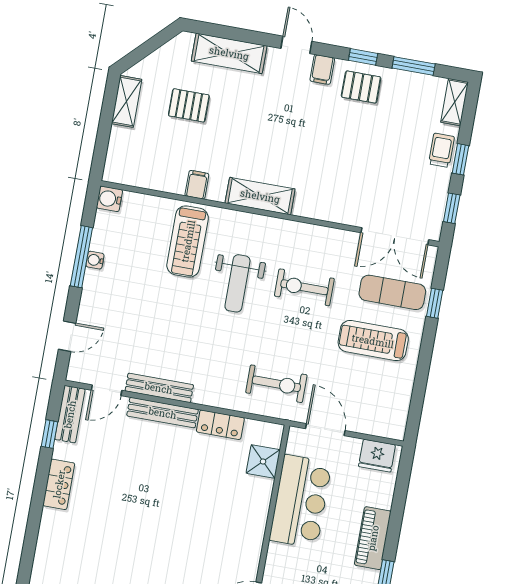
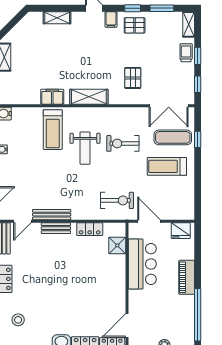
shelving: (229, 53) -> (57, 18), width x0.67, depth x0.75
pallet: (189, 105) -> (133, 78), moved, turned 90
filing cabinet: (197, 185) -> (52, 97), width x2.00
bench: (163, 413) -> (56, 228), width x0.73
stool: (69, 559) -> (18, 320), added

